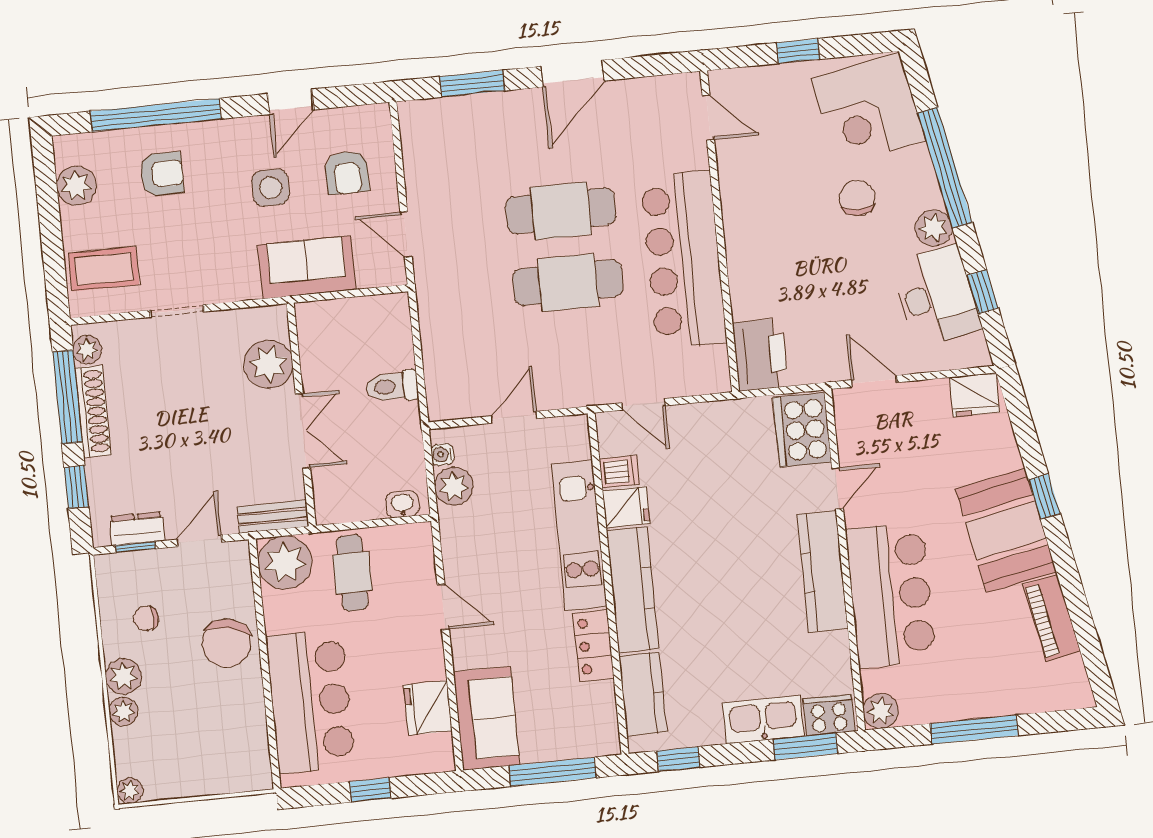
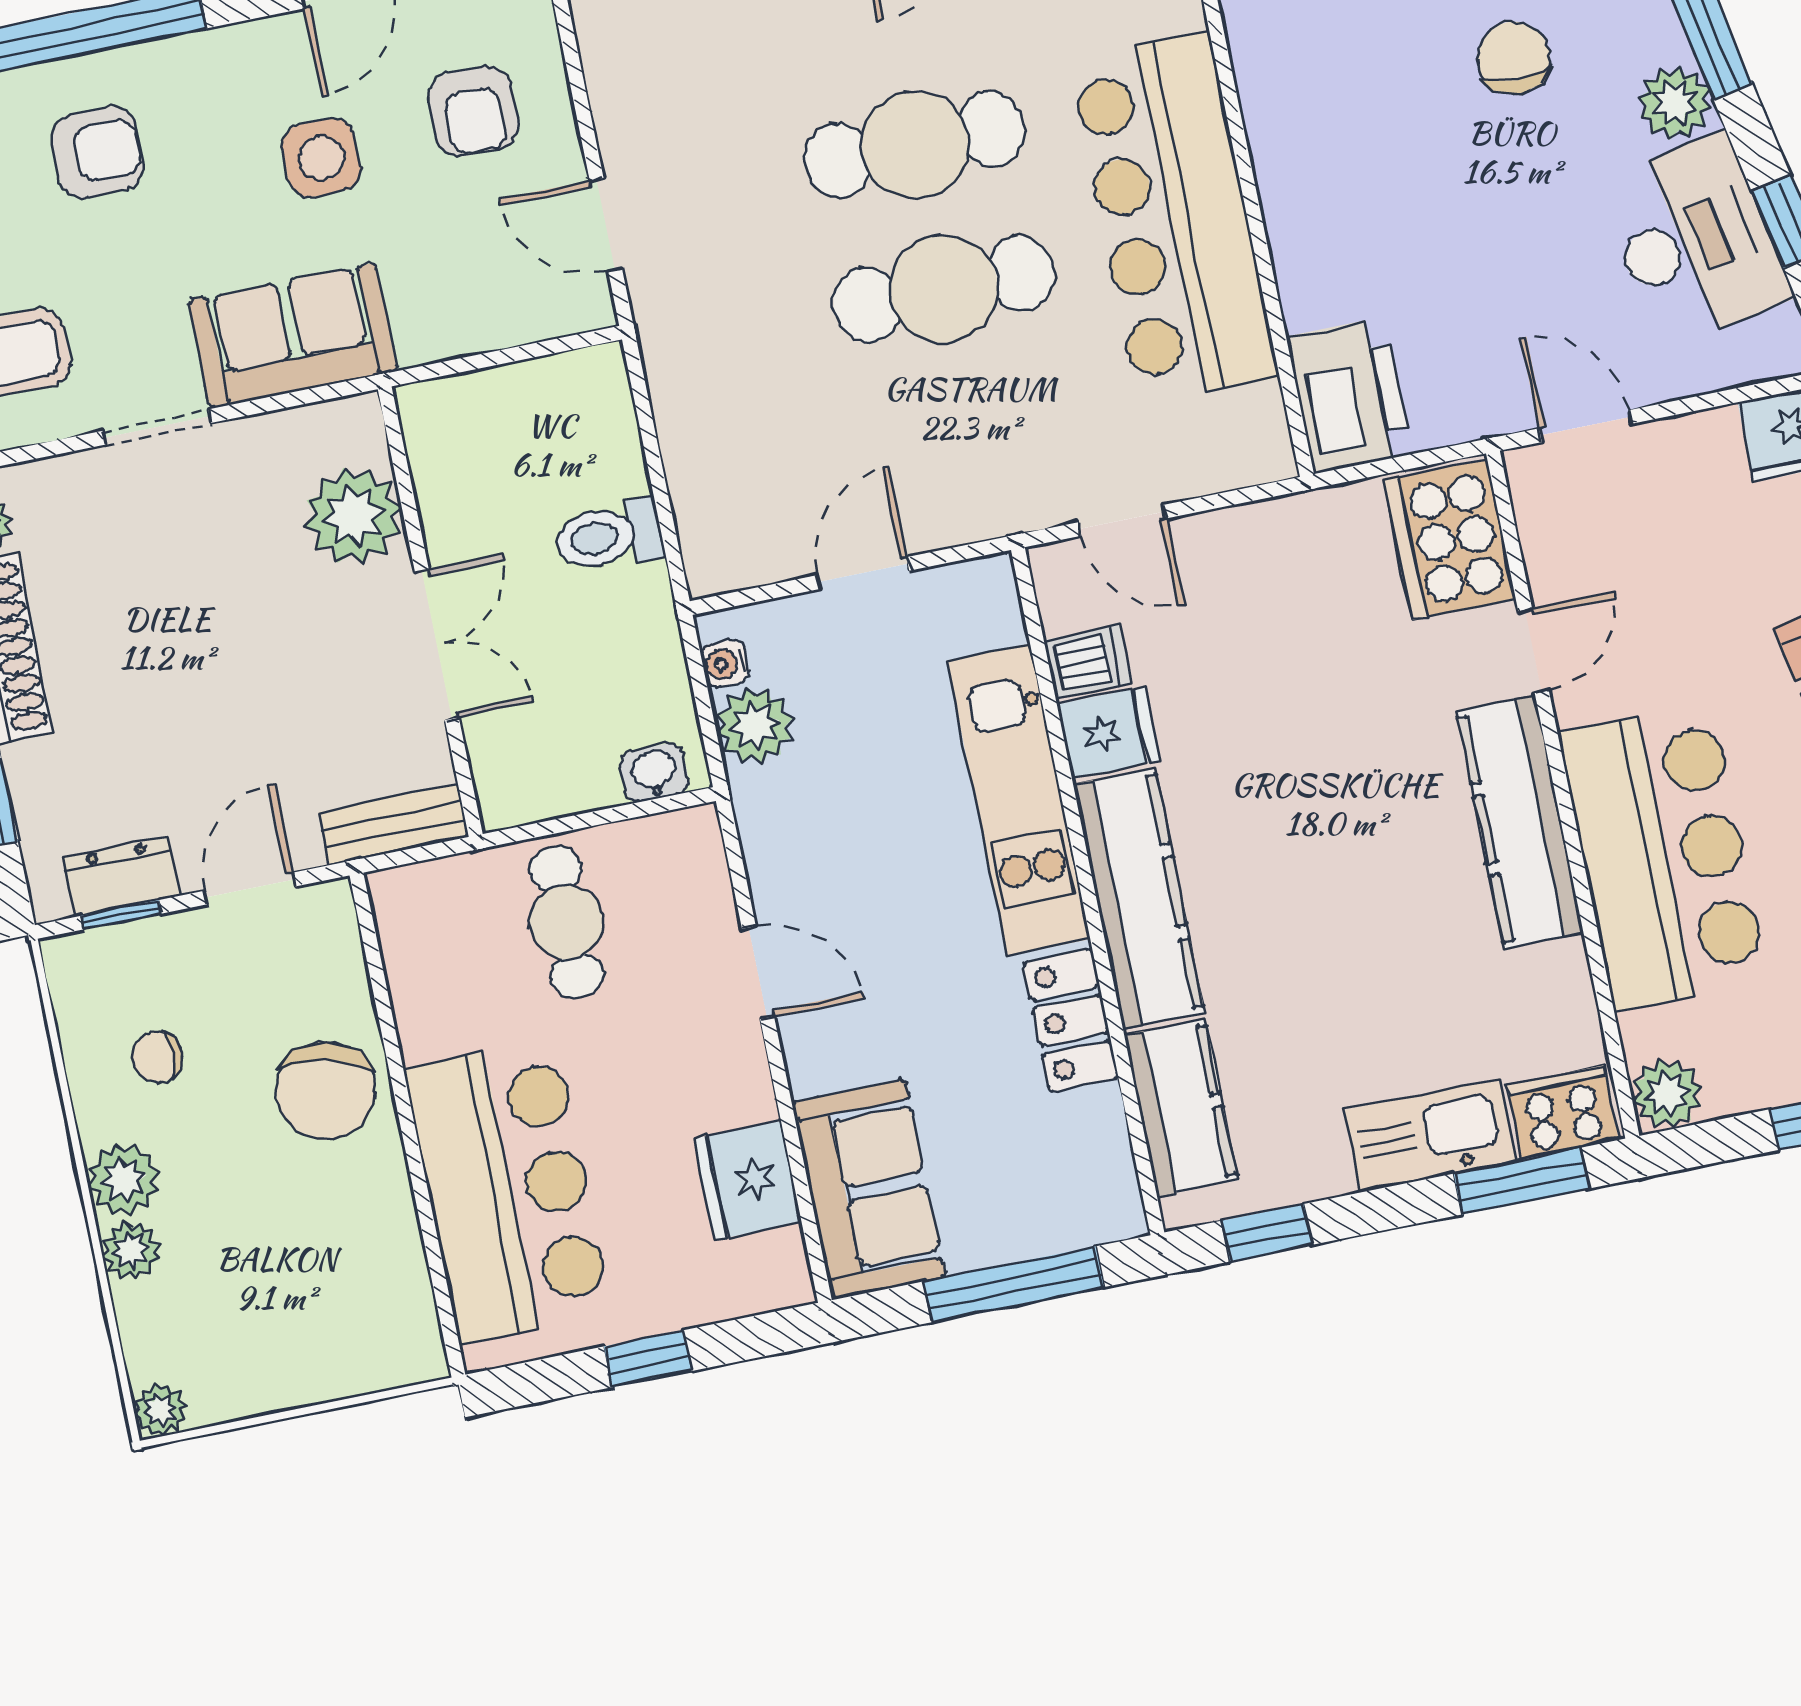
sofa: (307, 267) -> (293, 336), moved
plant: (285, 563) -> (428, 915), removed

